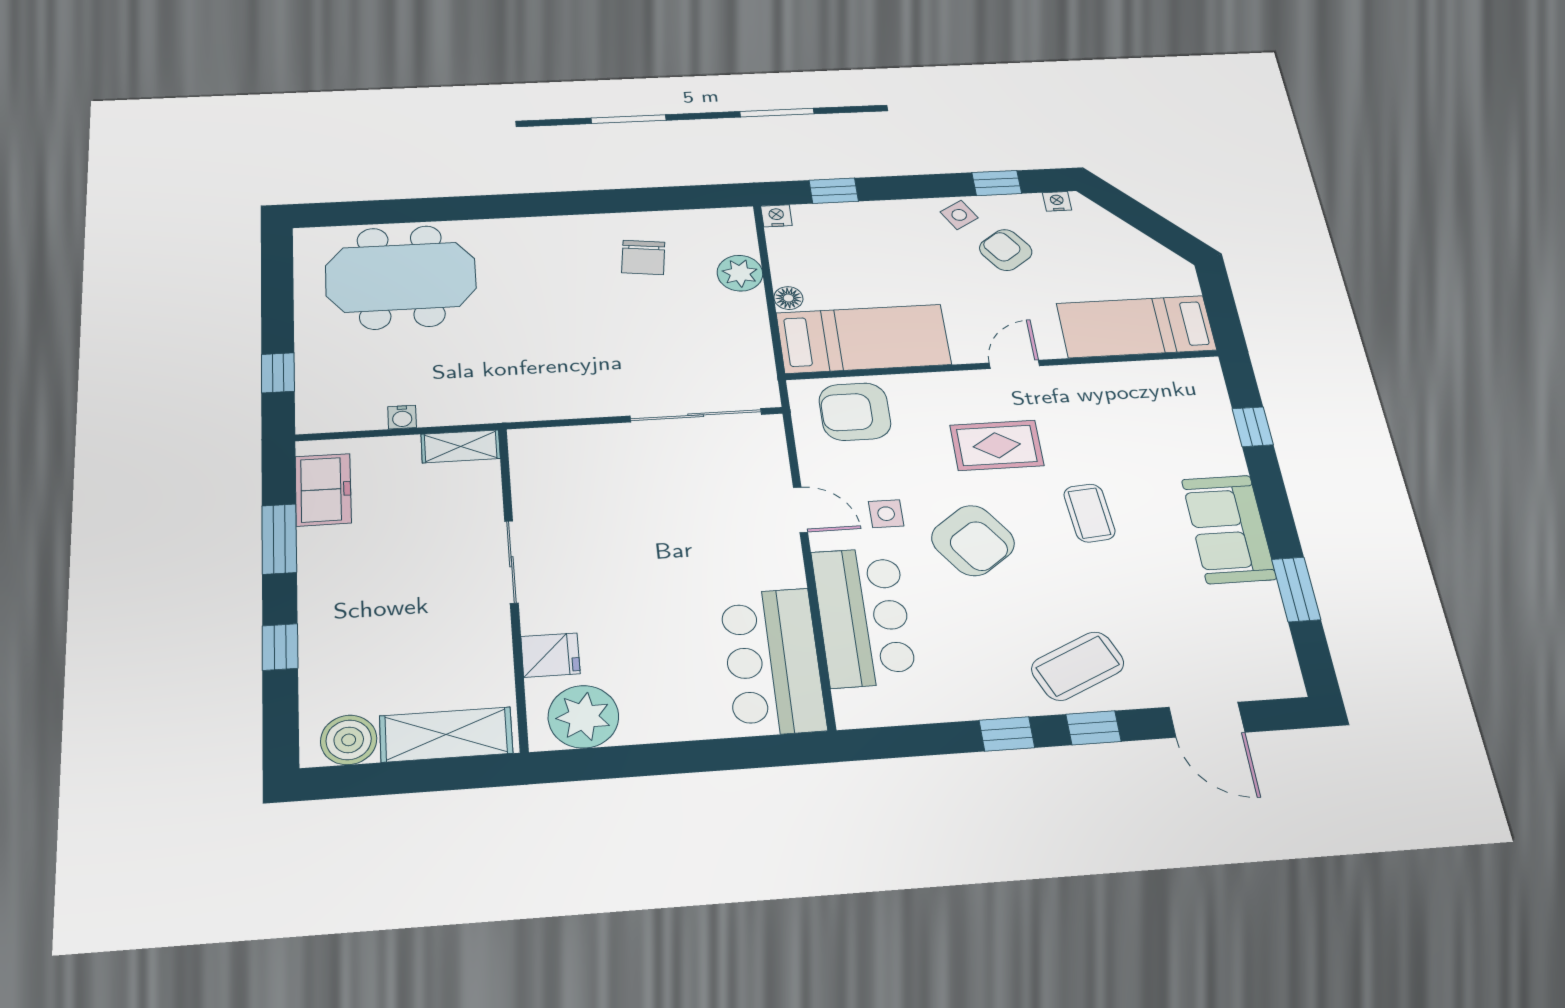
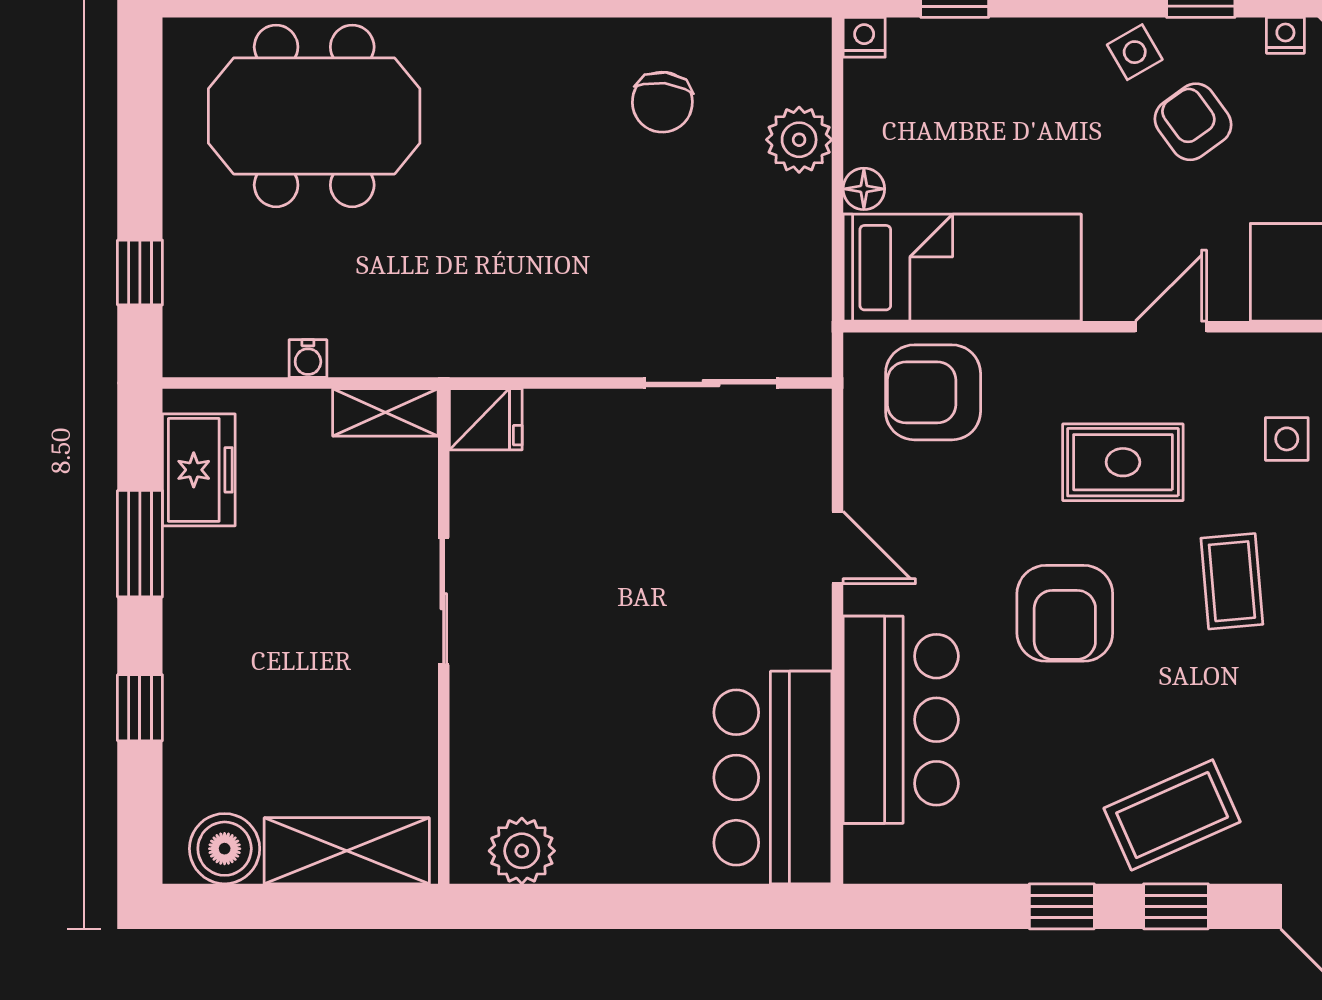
sliding door: (696, 415) -> (711, 383), width x0.73
side table: (886, 514) -> (1287, 439), moved
armchair: (973, 541) -> (1065, 613), turned 36
fridge: (550, 655) -> (486, 419), moved
plant: (583, 717) -> (522, 851), width x0.73, depth x0.73

